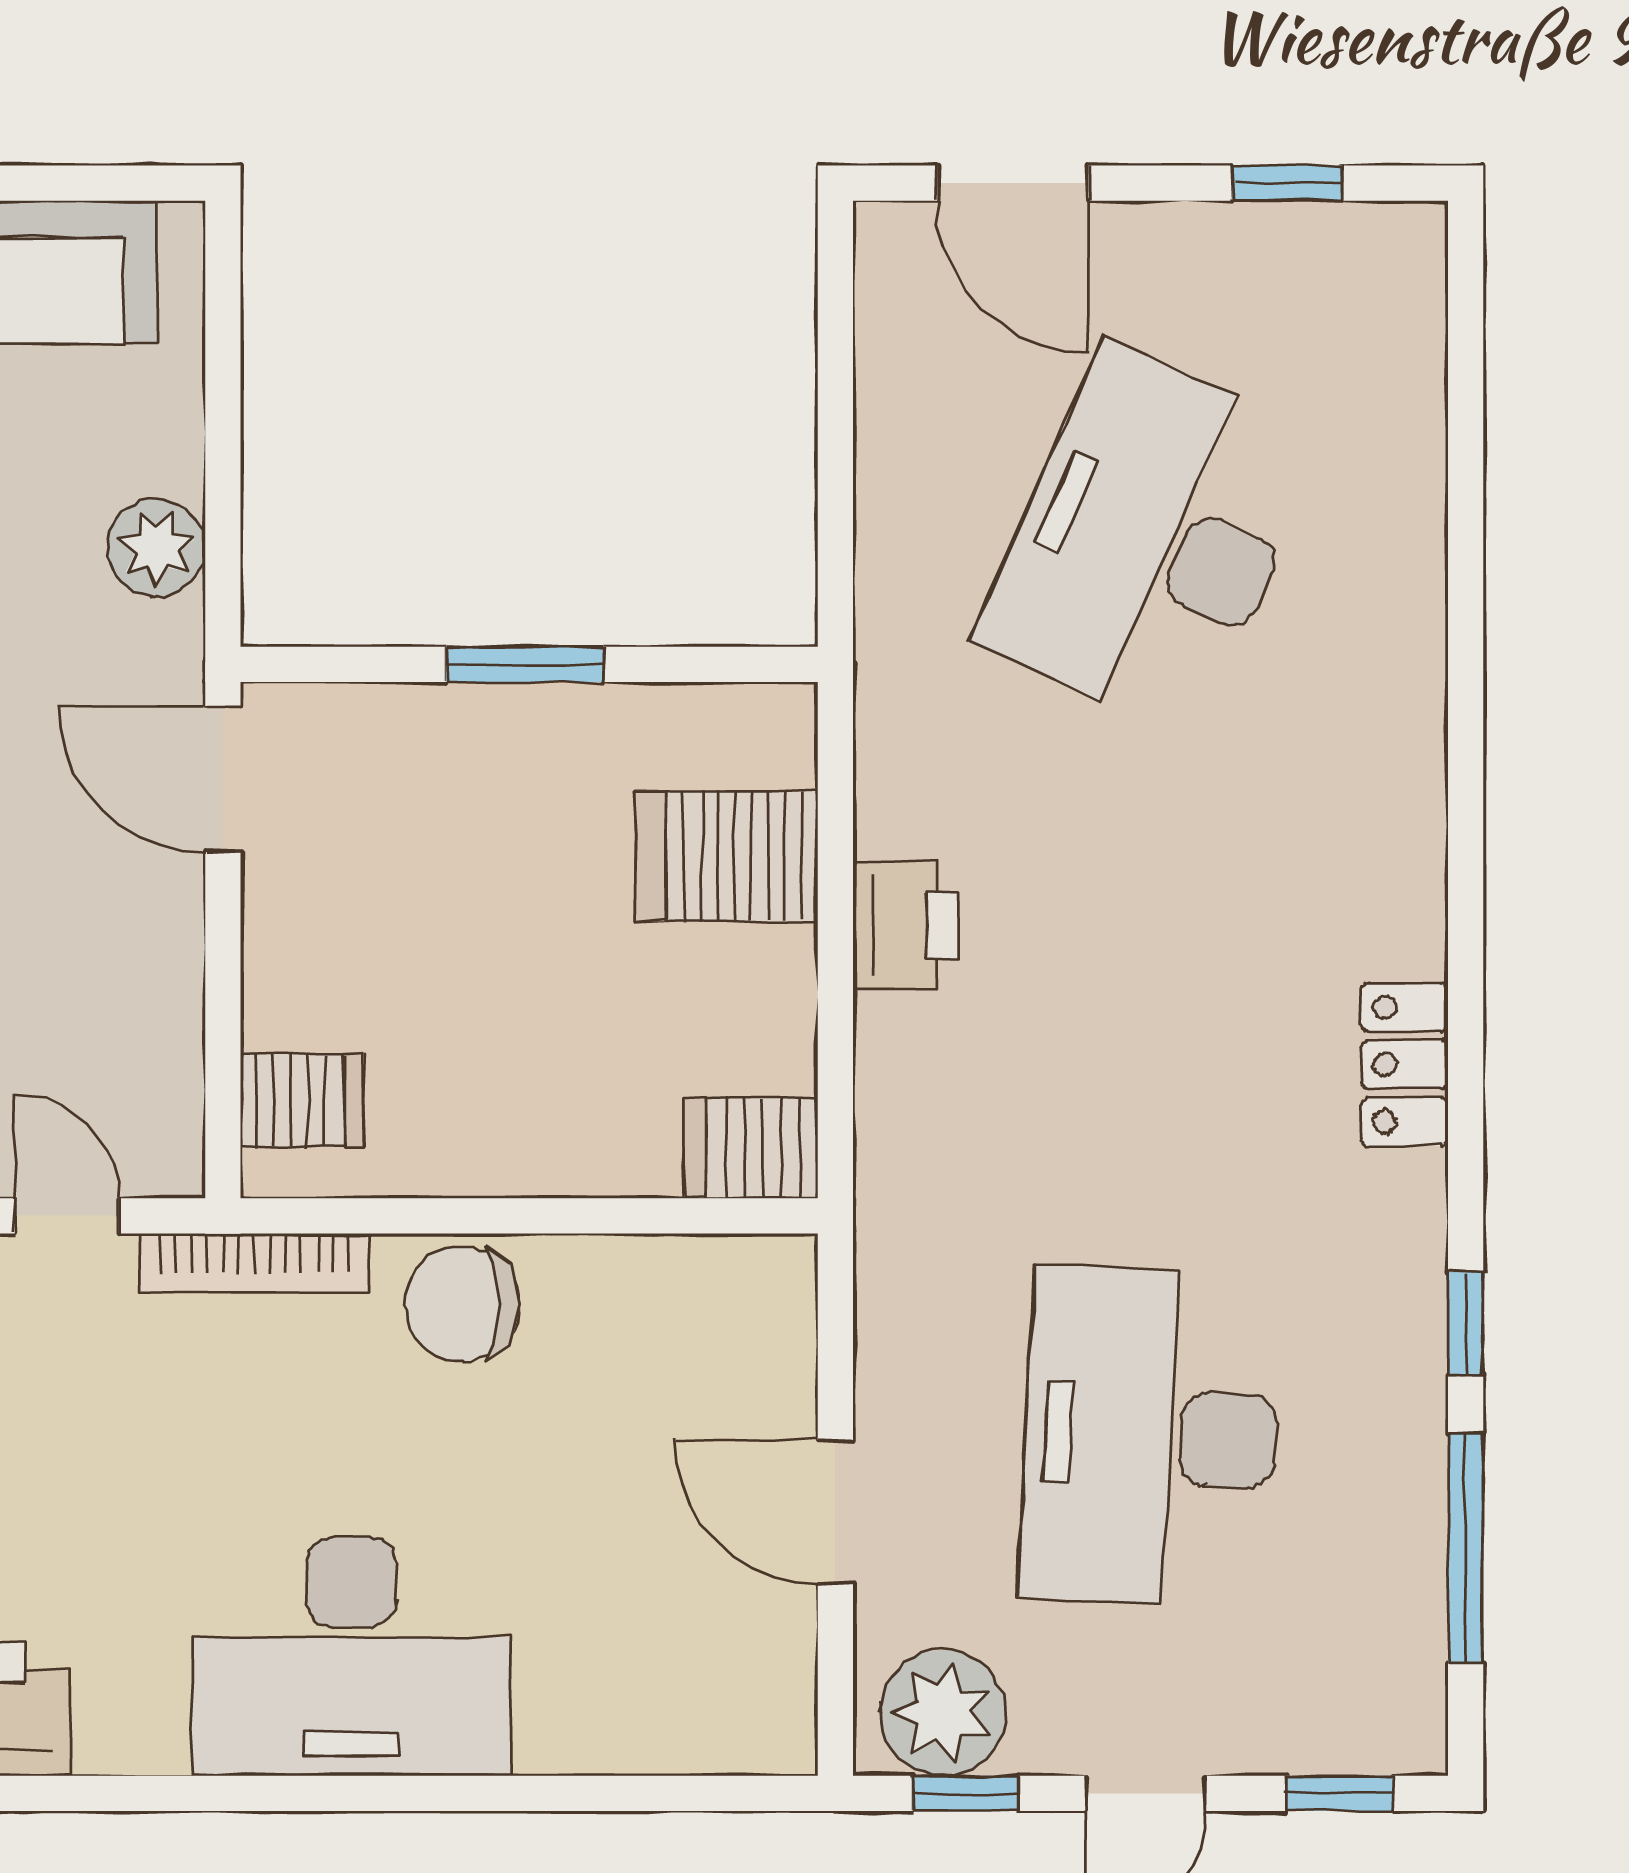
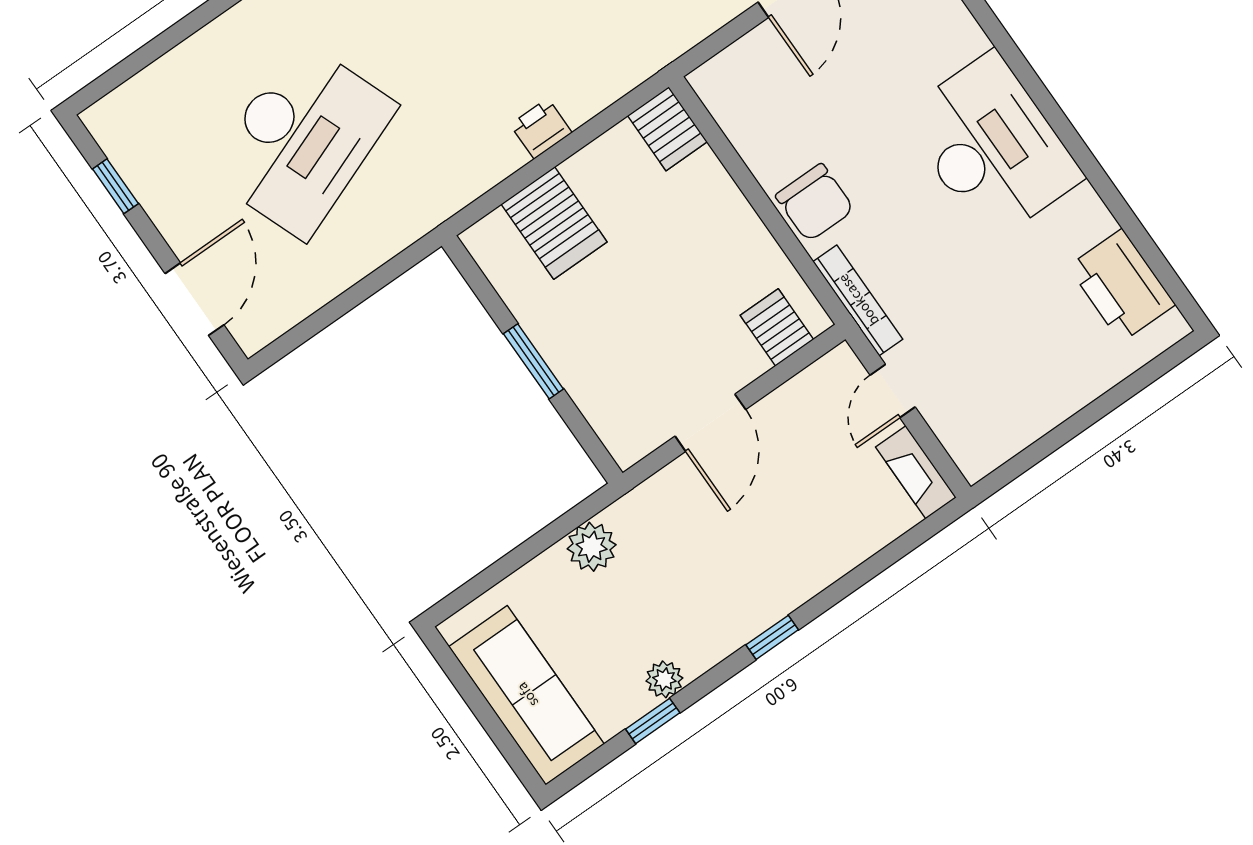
desk: (1151, 540) -> (302, 139), turned -45
door: (223, 779) -> (710, 423), moved
printer: (906, 925) -> (541, 129), width x0.73, depth x0.81

